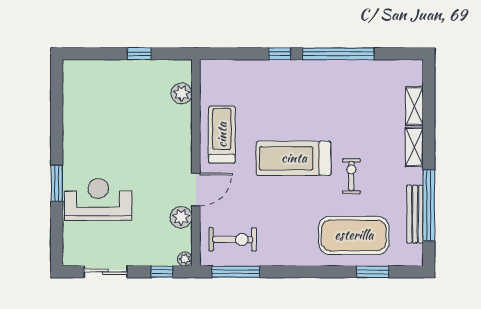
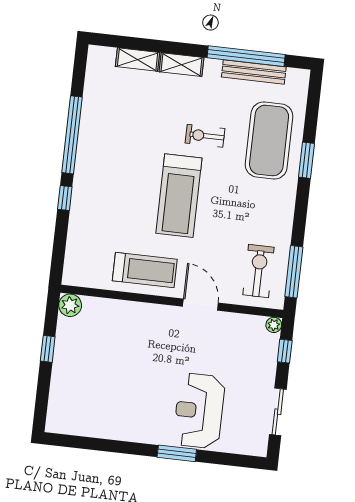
plant: (182, 93) -> (70, 305), moved
treadmill: (222, 135) -> (145, 270), turned 180
plant: (181, 217) -> (228, 324), removed
window: (373, 272) -> (306, 160), moved

